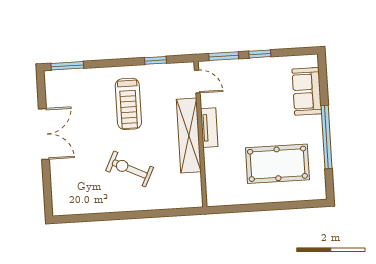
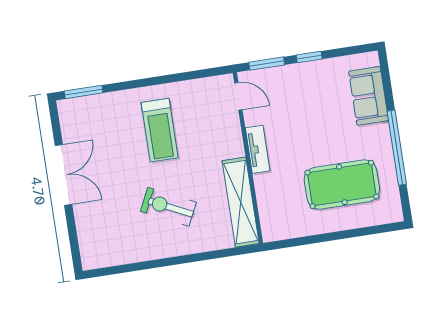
window: (155, 60) -> (187, 76), removed
shelving: (189, 135) -> (241, 202), moved

